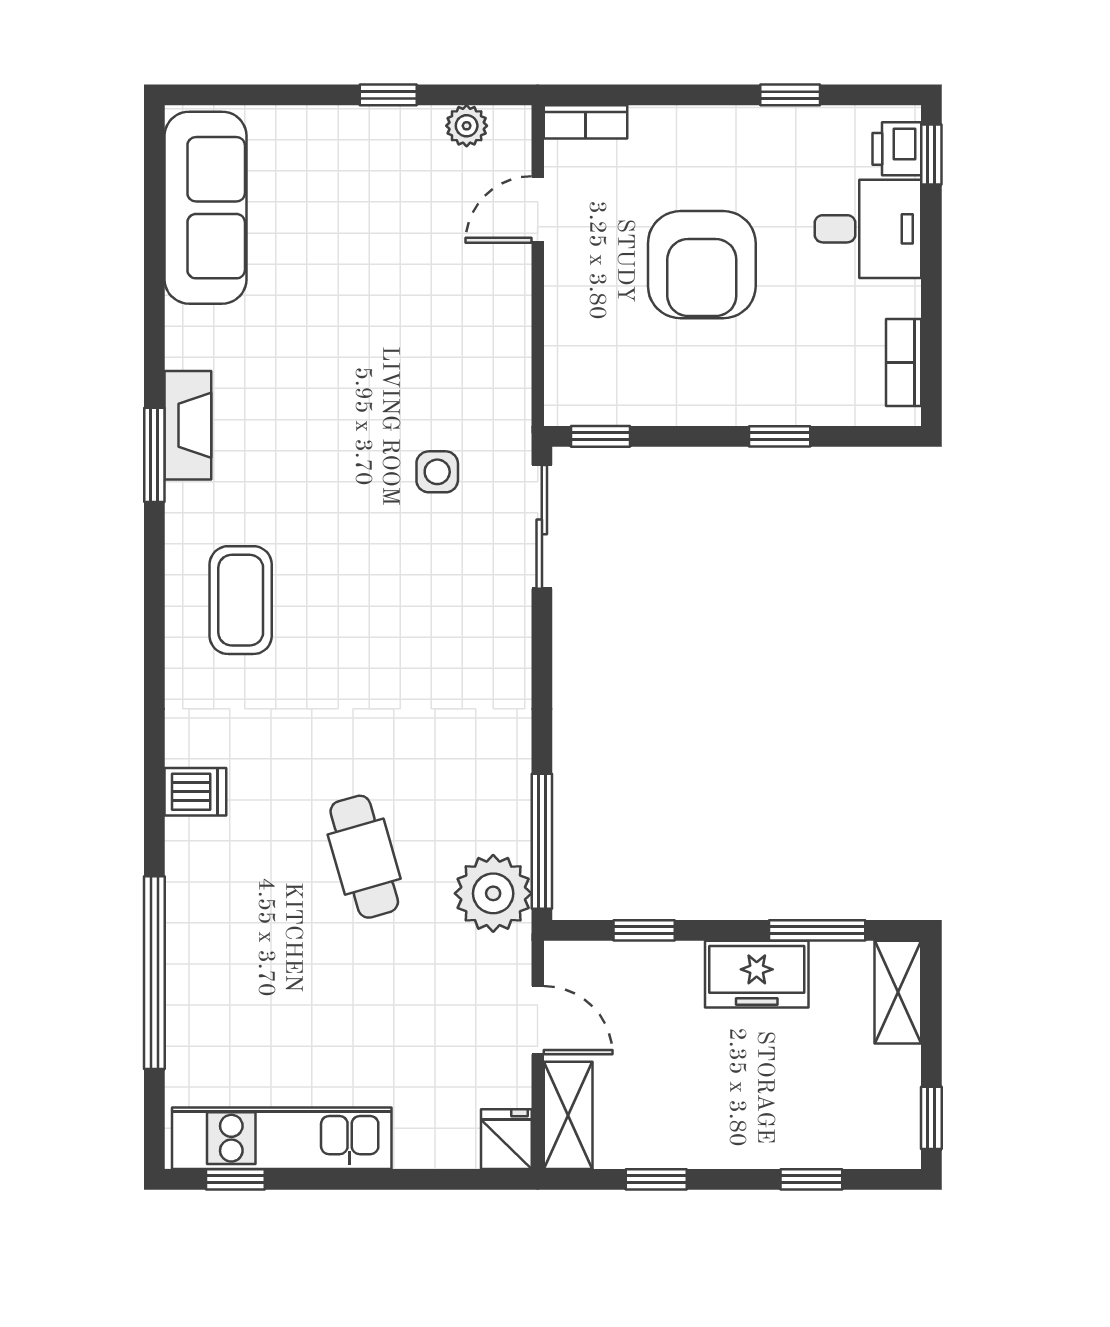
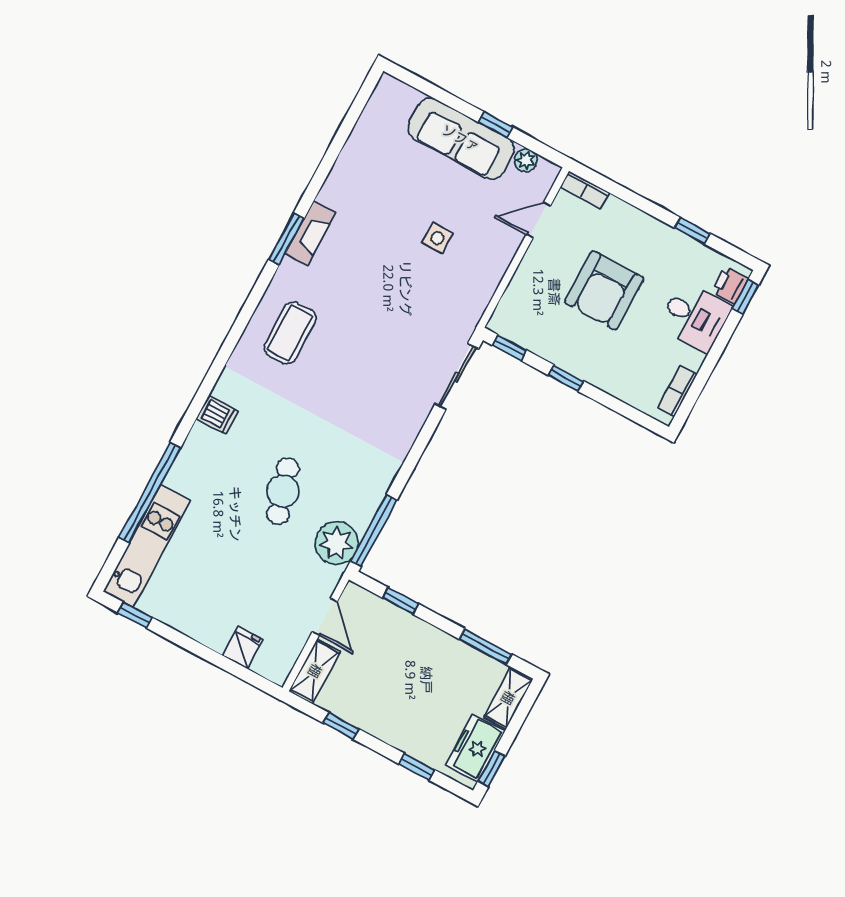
sofa: (206, 208) -> (461, 138), moved, turned 90
window: (780, 436) -> (566, 378), moved
side table: (437, 472) -> (437, 238), moved
freezer: (757, 974) -> (475, 748), moved, turned 90
kitchen unit: (282, 1138) -> (147, 546), moved, turned 90
fridge: (506, 1139) -> (243, 648), moved

